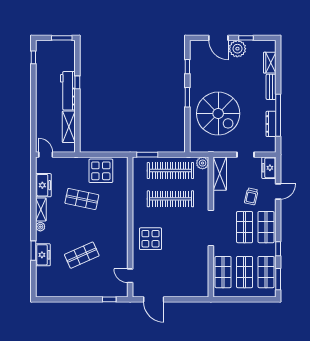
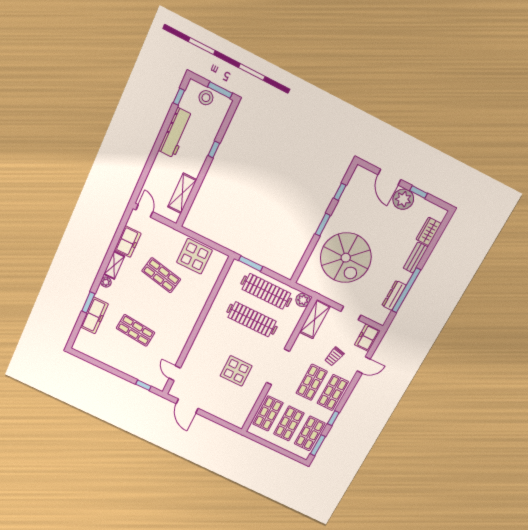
stool: (54, 48) -> (206, 98), added
workbench: (68, 91) -> (176, 133), moved, turned 180
display table: (150, 239) -> (236, 371), moved
freezer: (43, 255) -> (94, 315), width x1.40
shop shelf: (82, 255) -> (136, 330), turned 30

